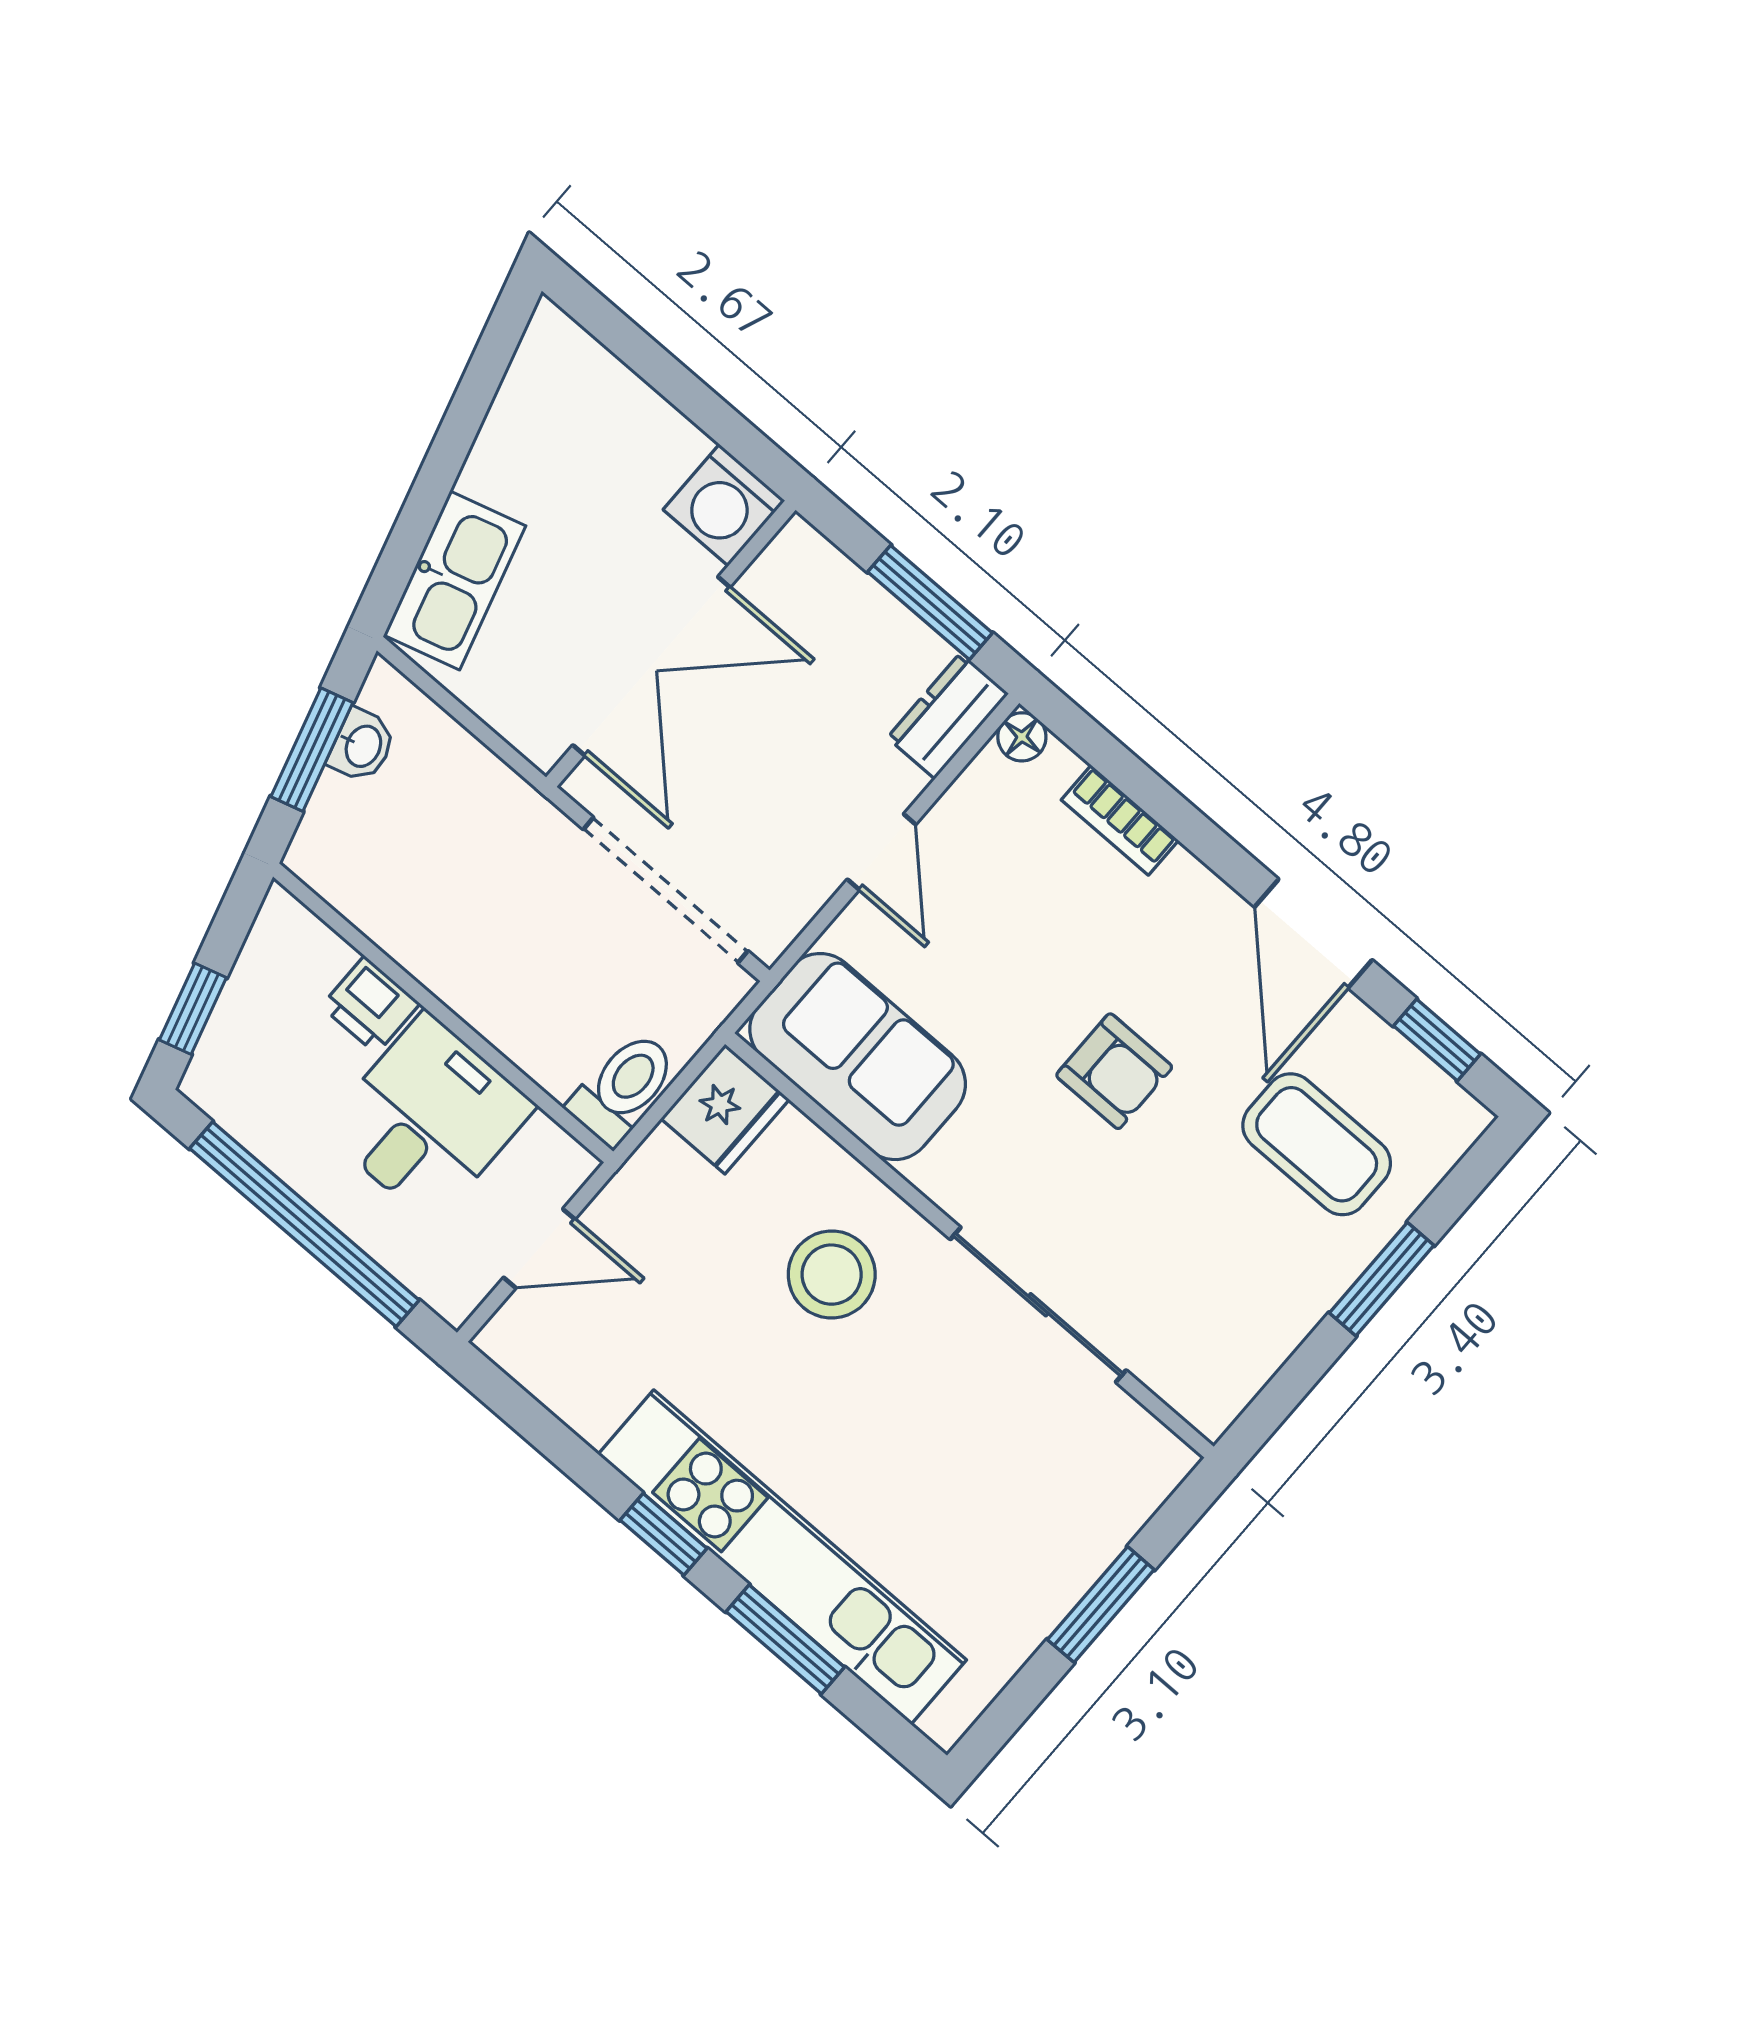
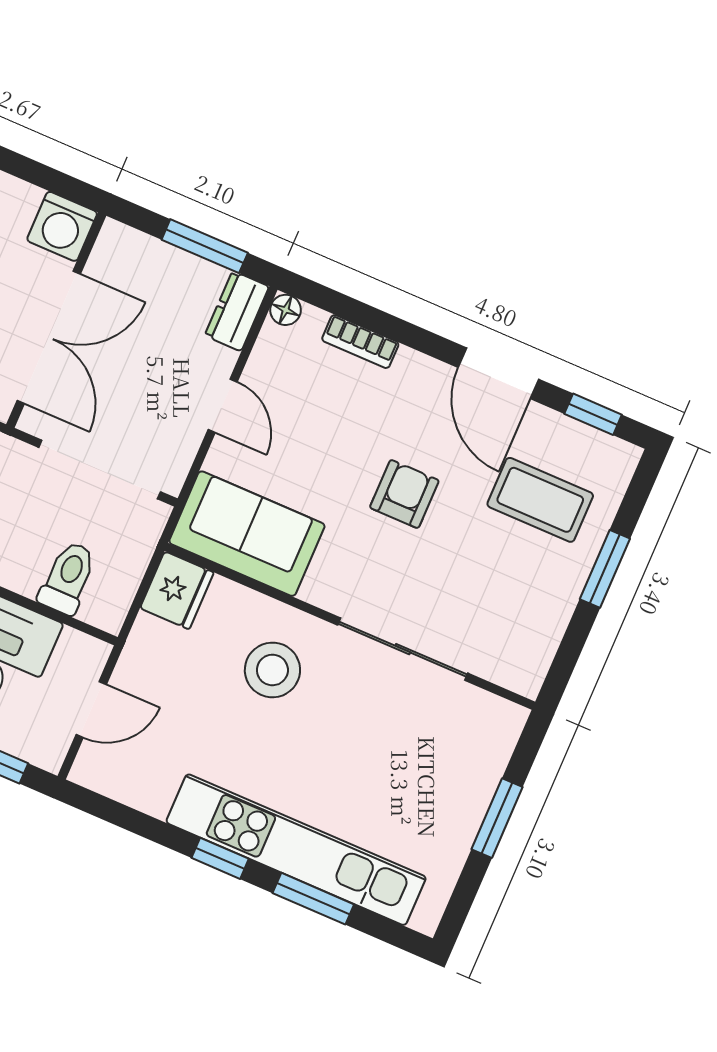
armchair: (1114, 1071) -> (404, 494), turned -90
toilet: (623, 1088) -> (68, 578), moved

